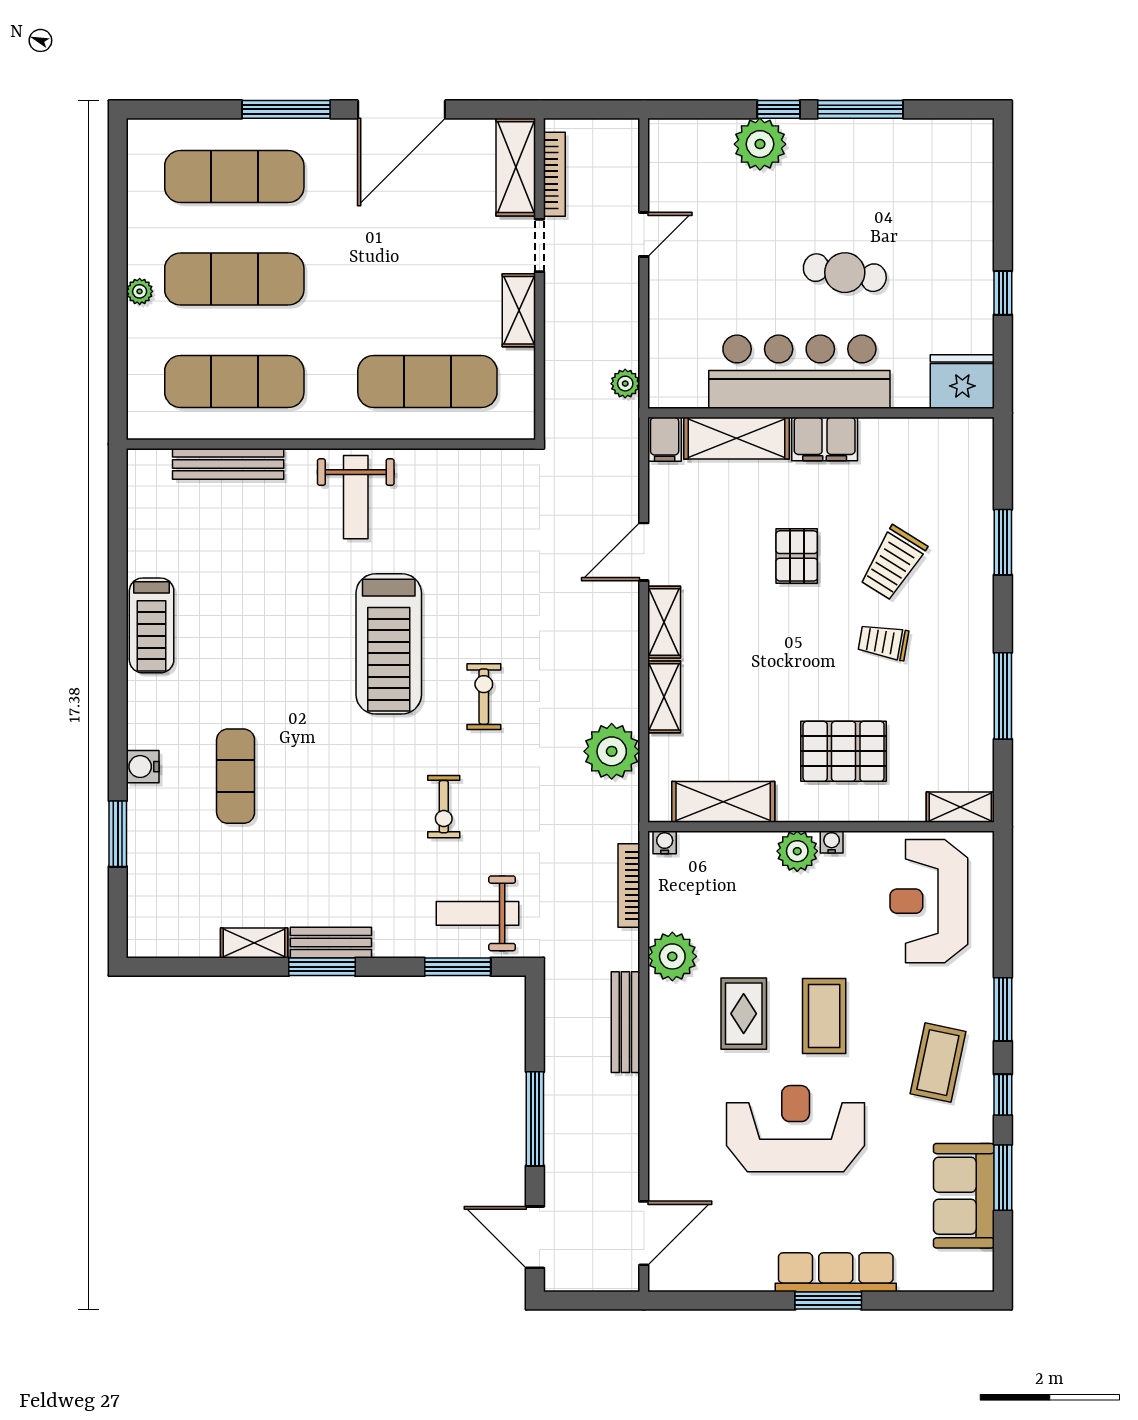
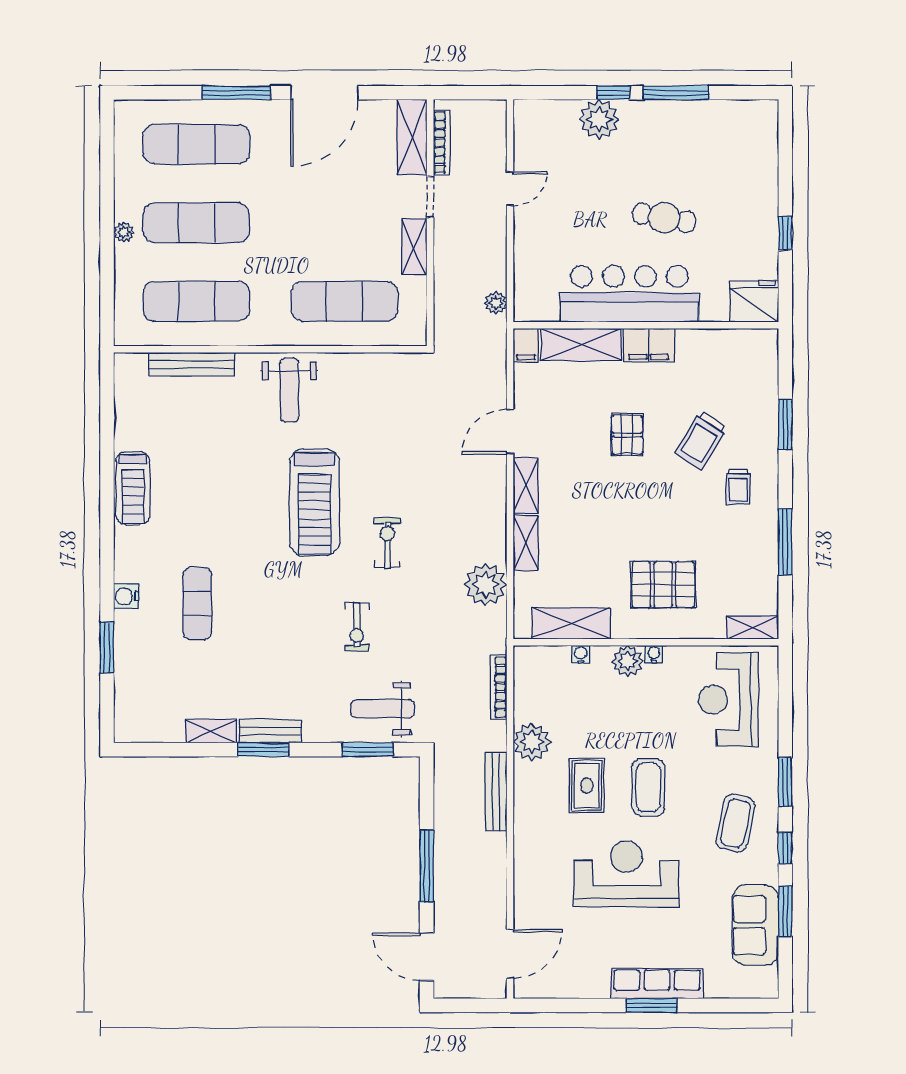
trolley: (883, 642) -> (738, 487), moved, turned -100
water cooler: (665, 842) -> (581, 654), moved

